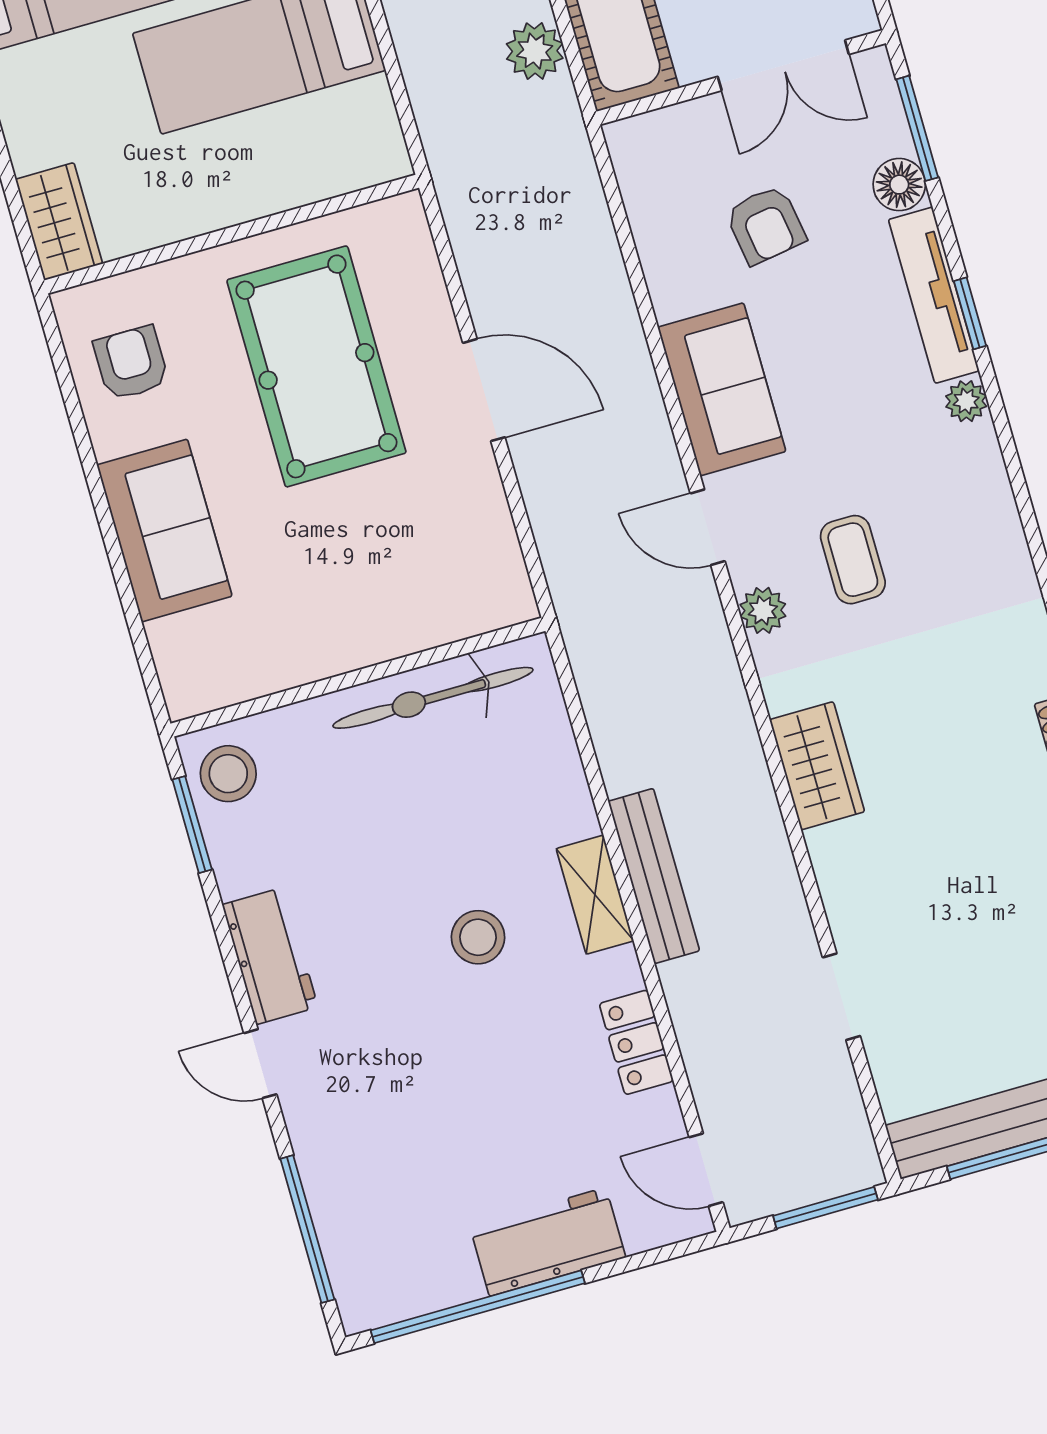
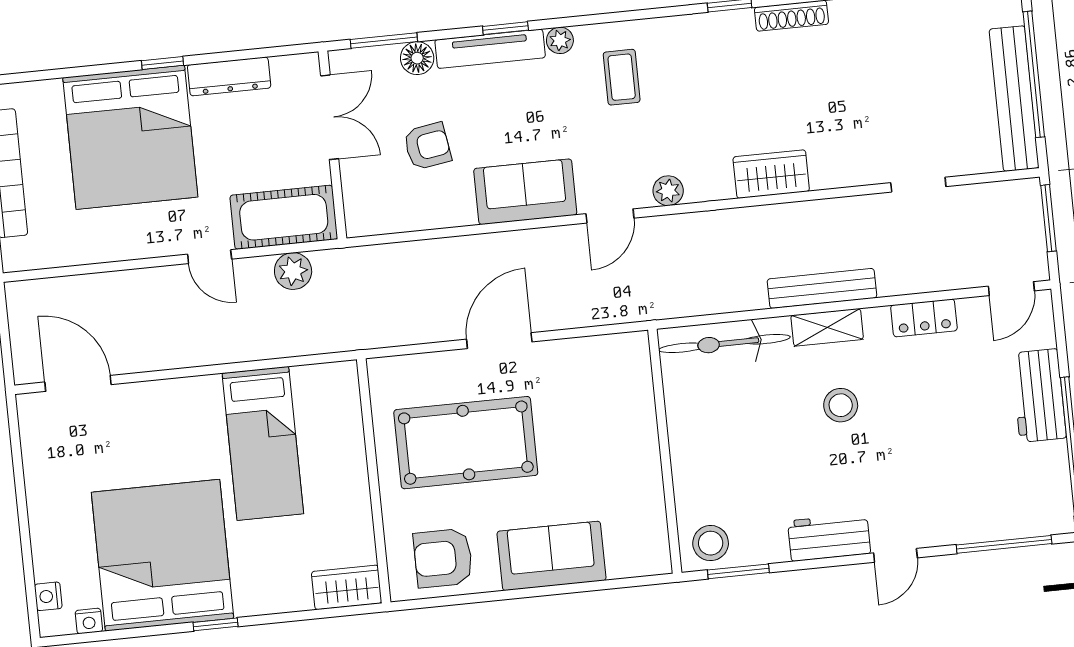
armchair: (131, 363) -> (443, 558), width x1.38, depth x1.38
coffee table: (853, 560) -> (622, 77), moved, turned 90
bicycle: (433, 698) -> (724, 343), moved, turned 90

